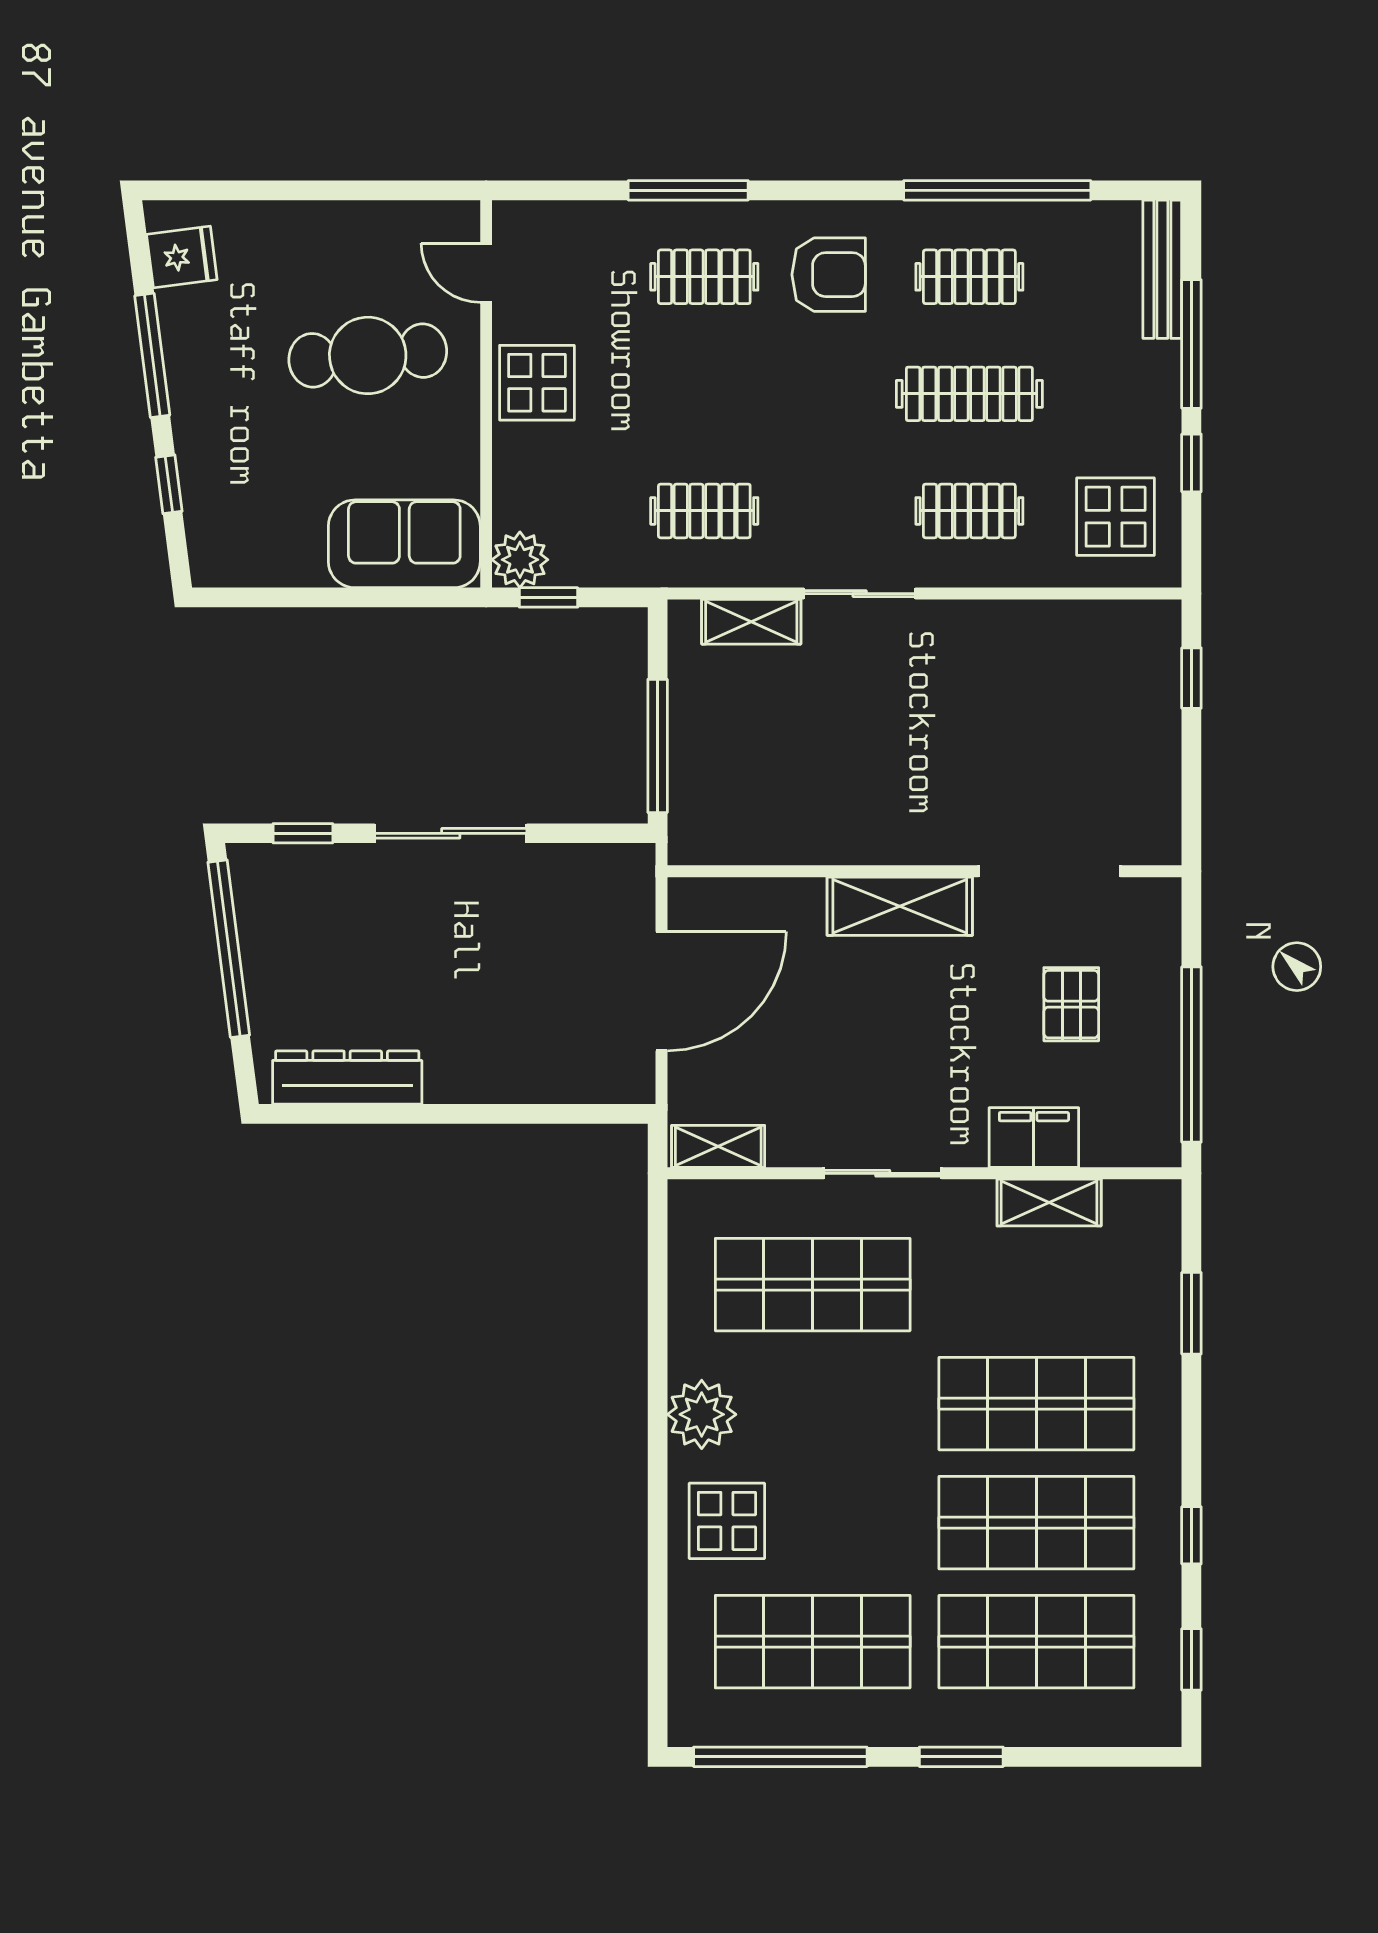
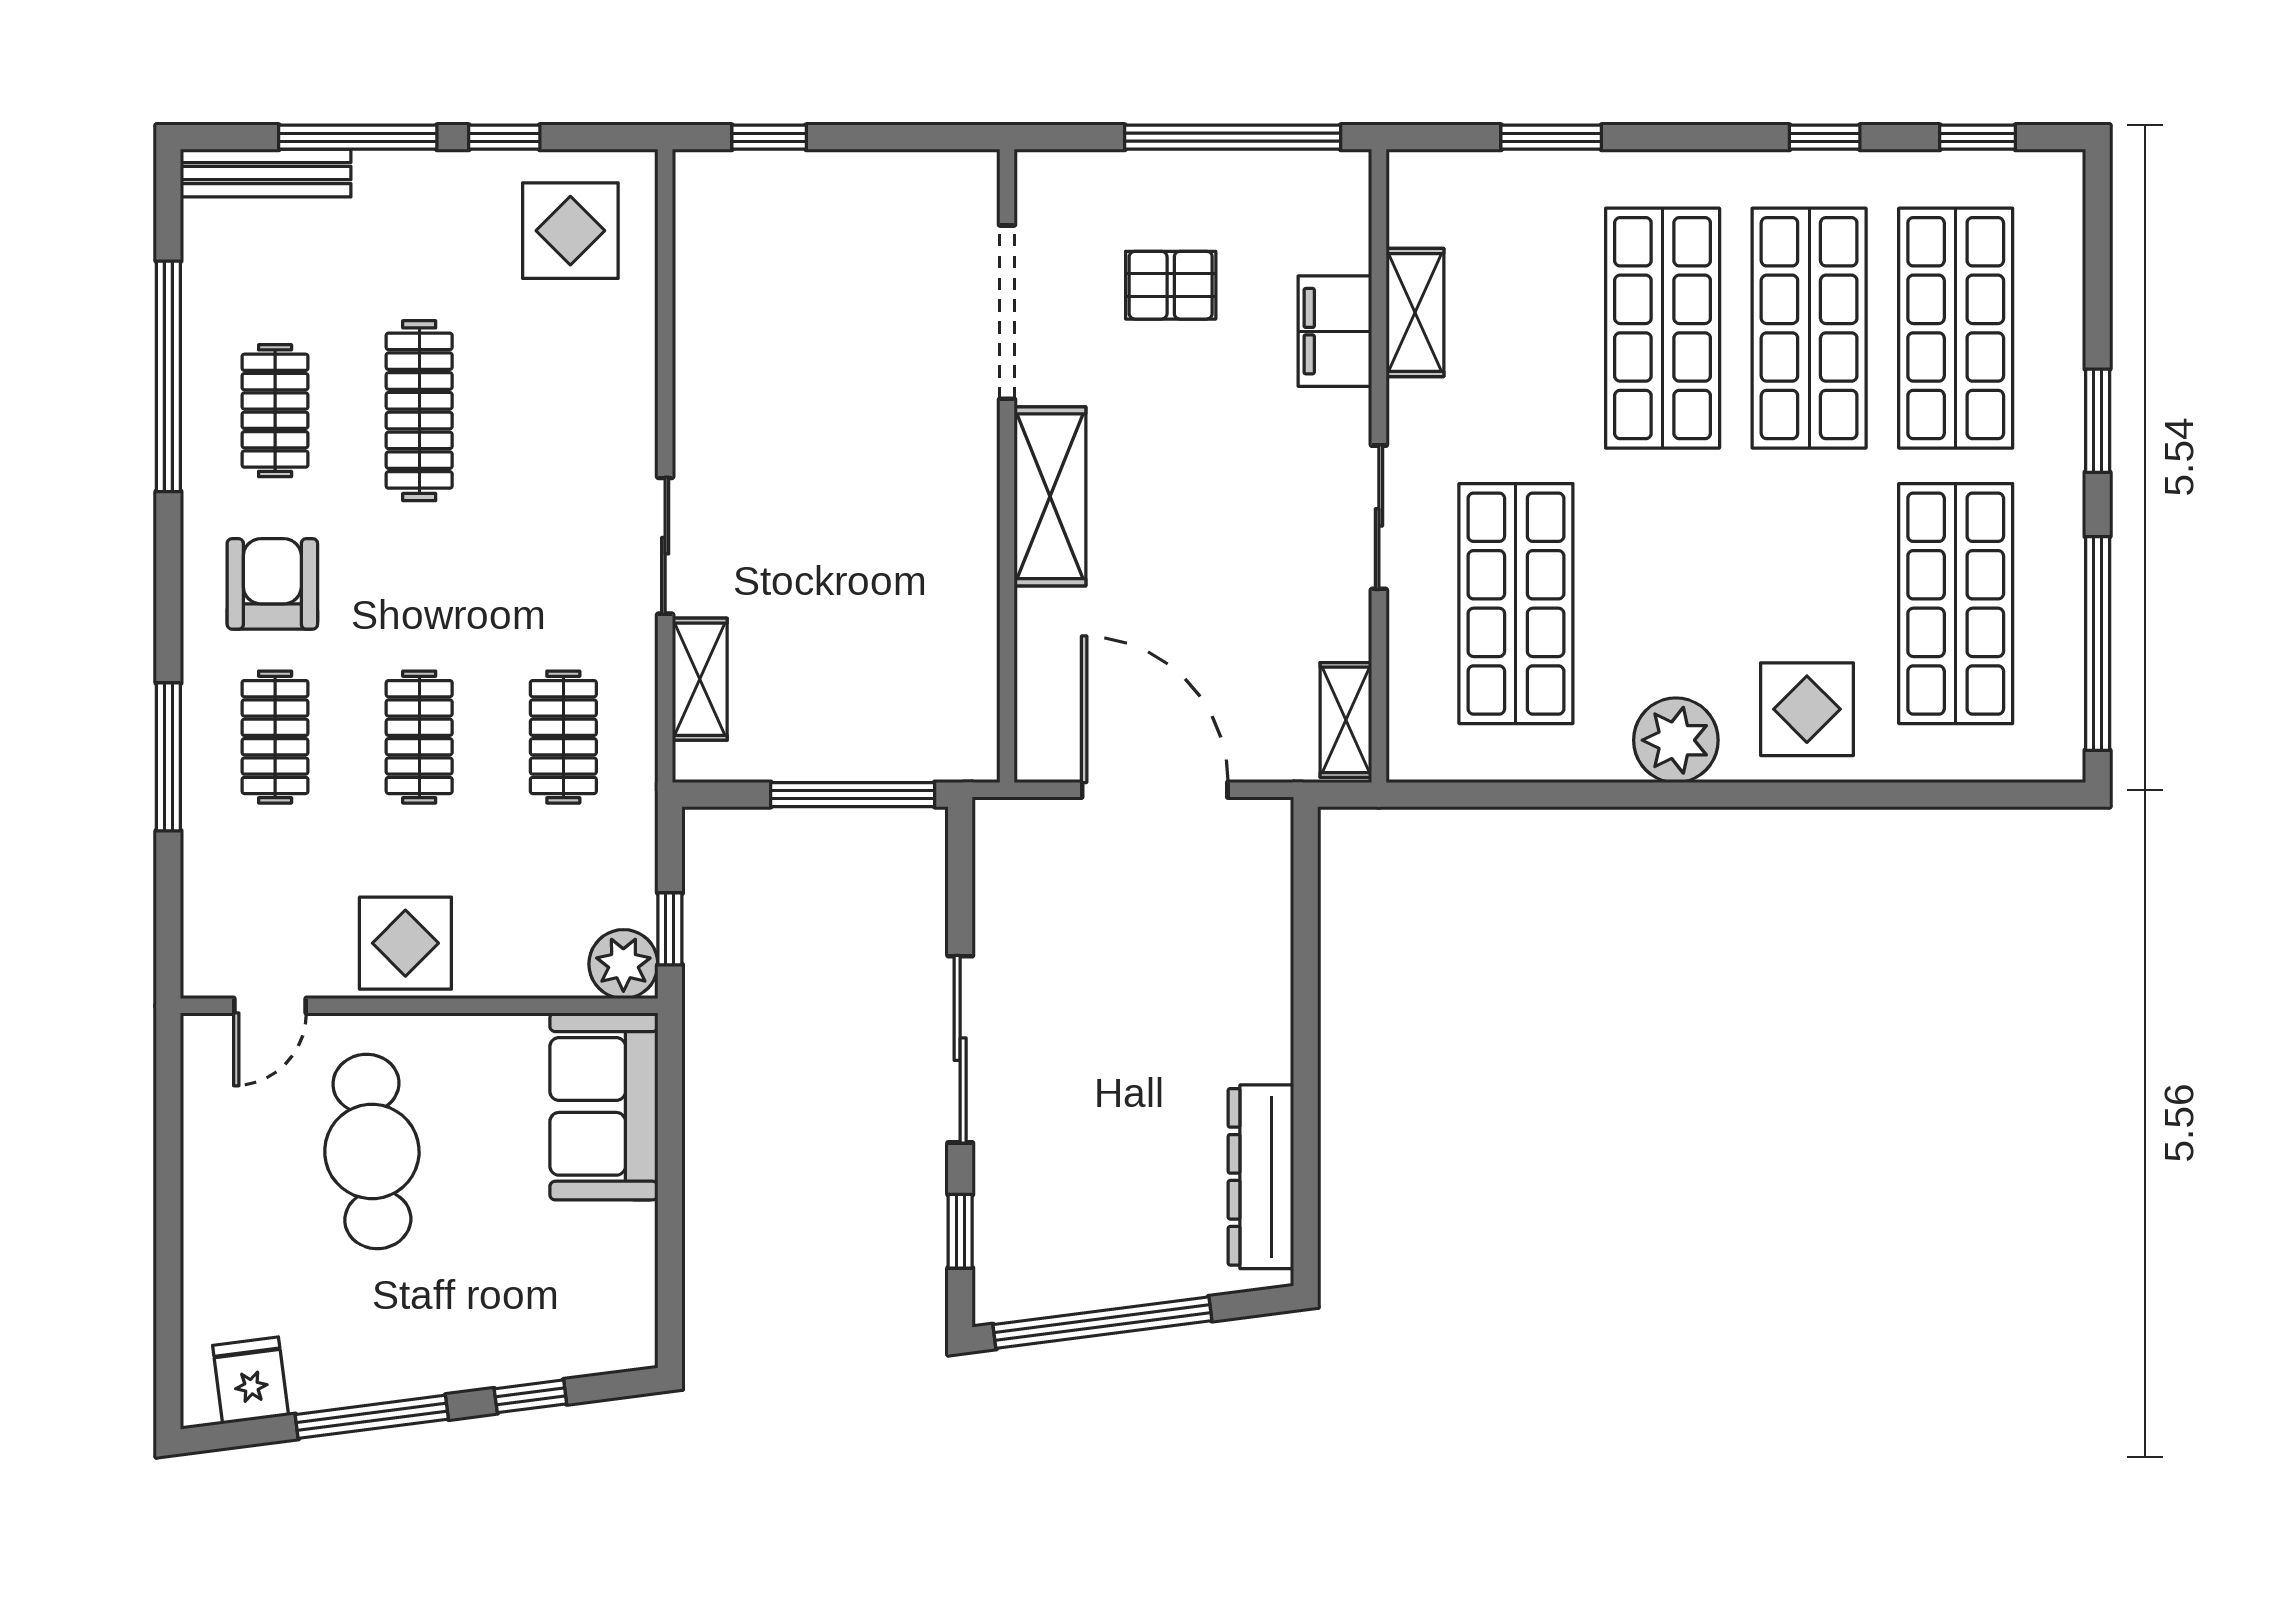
clothes rail: (969, 511) -> (419, 737), moved

